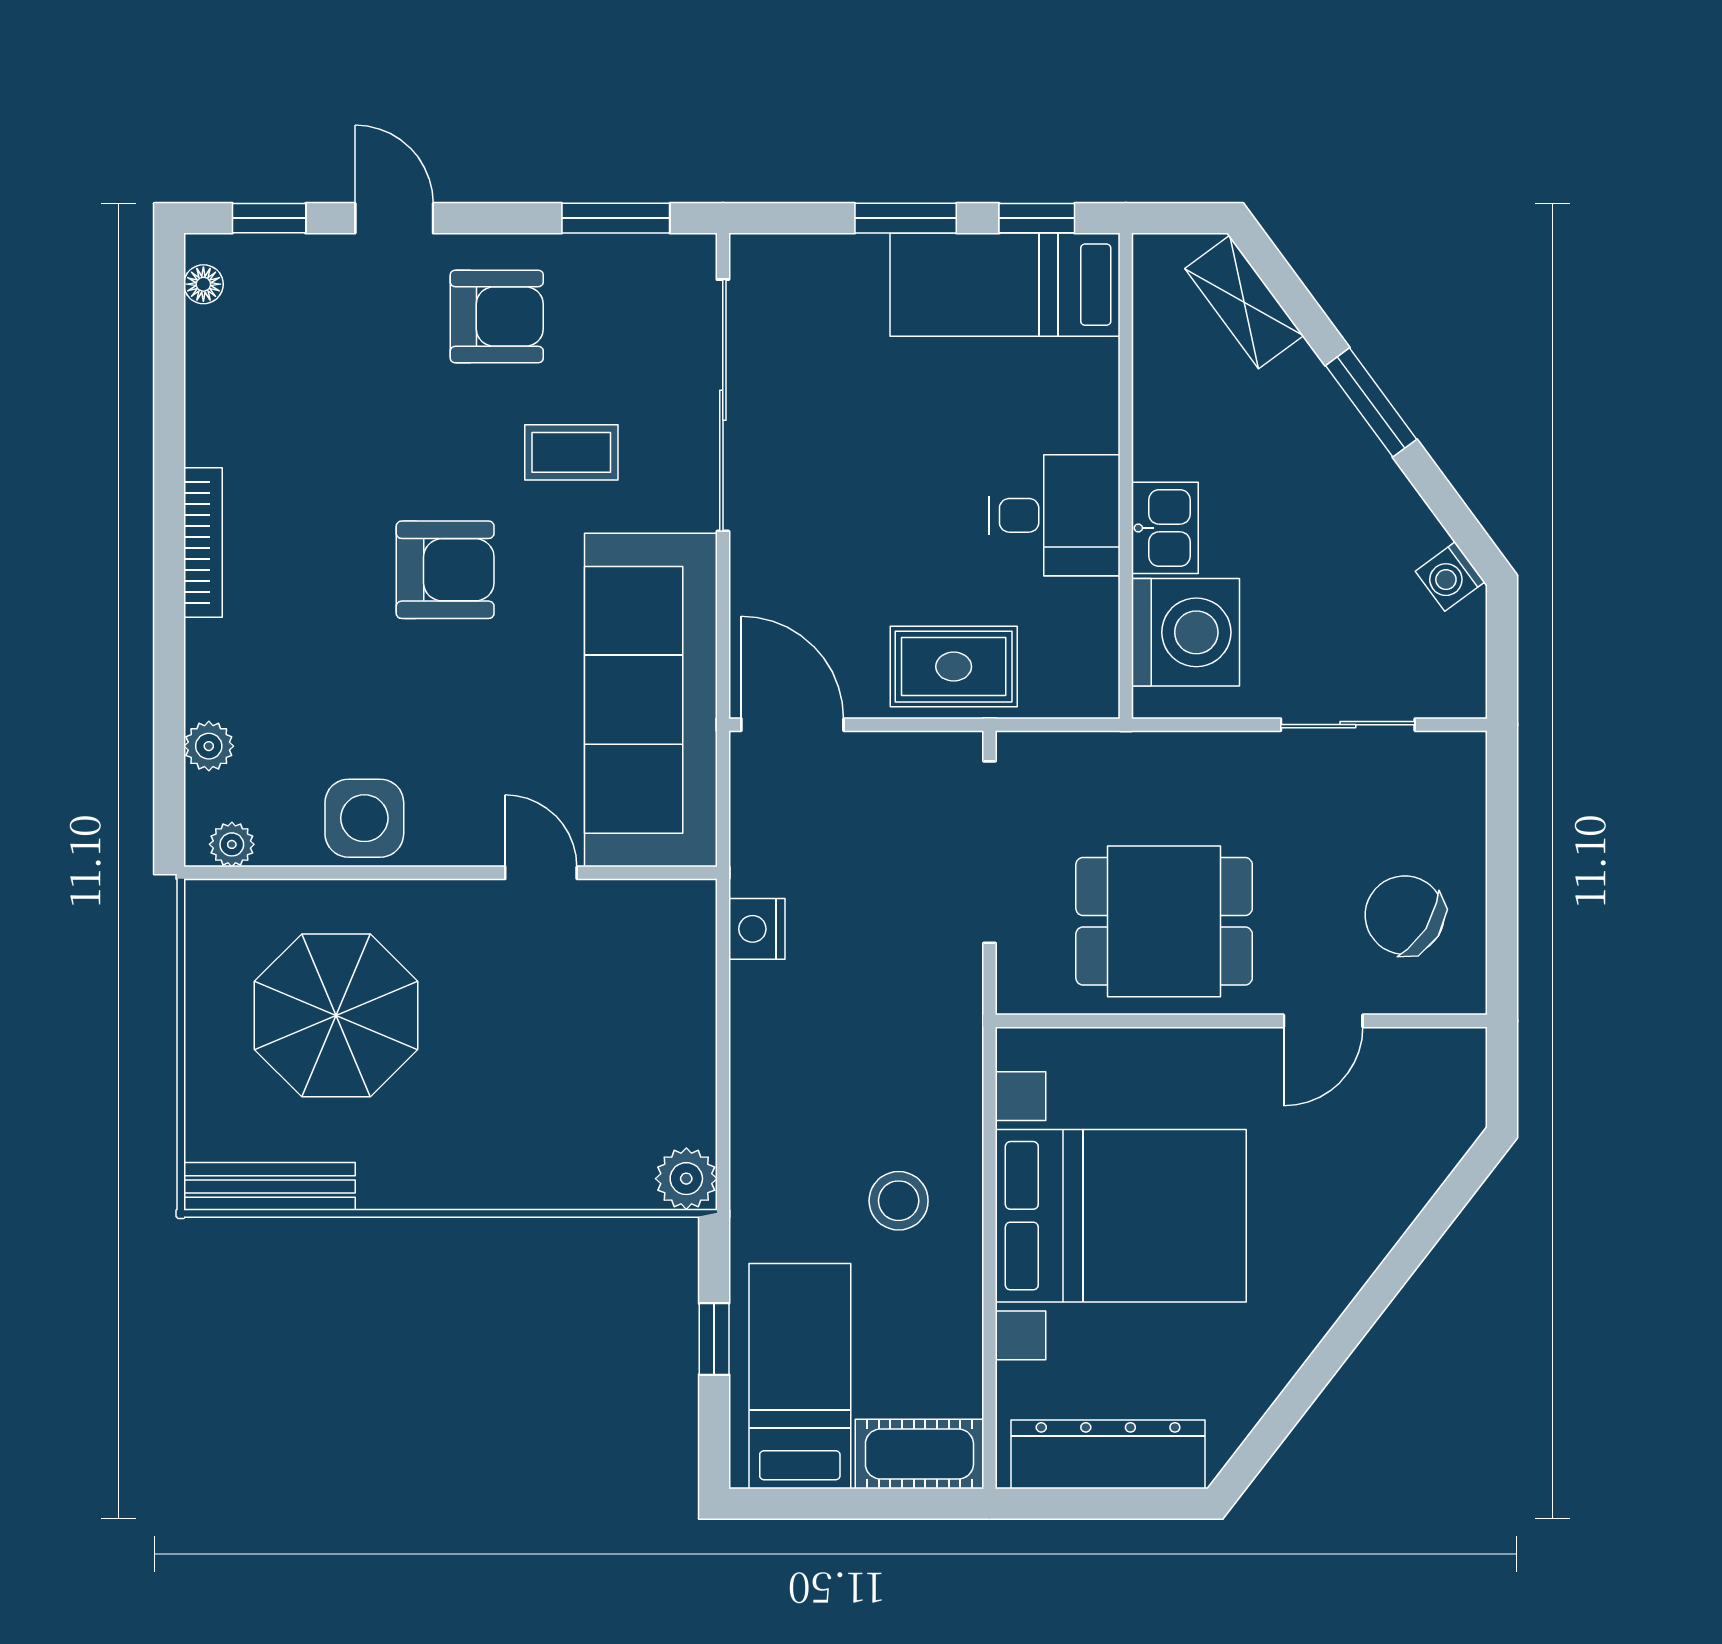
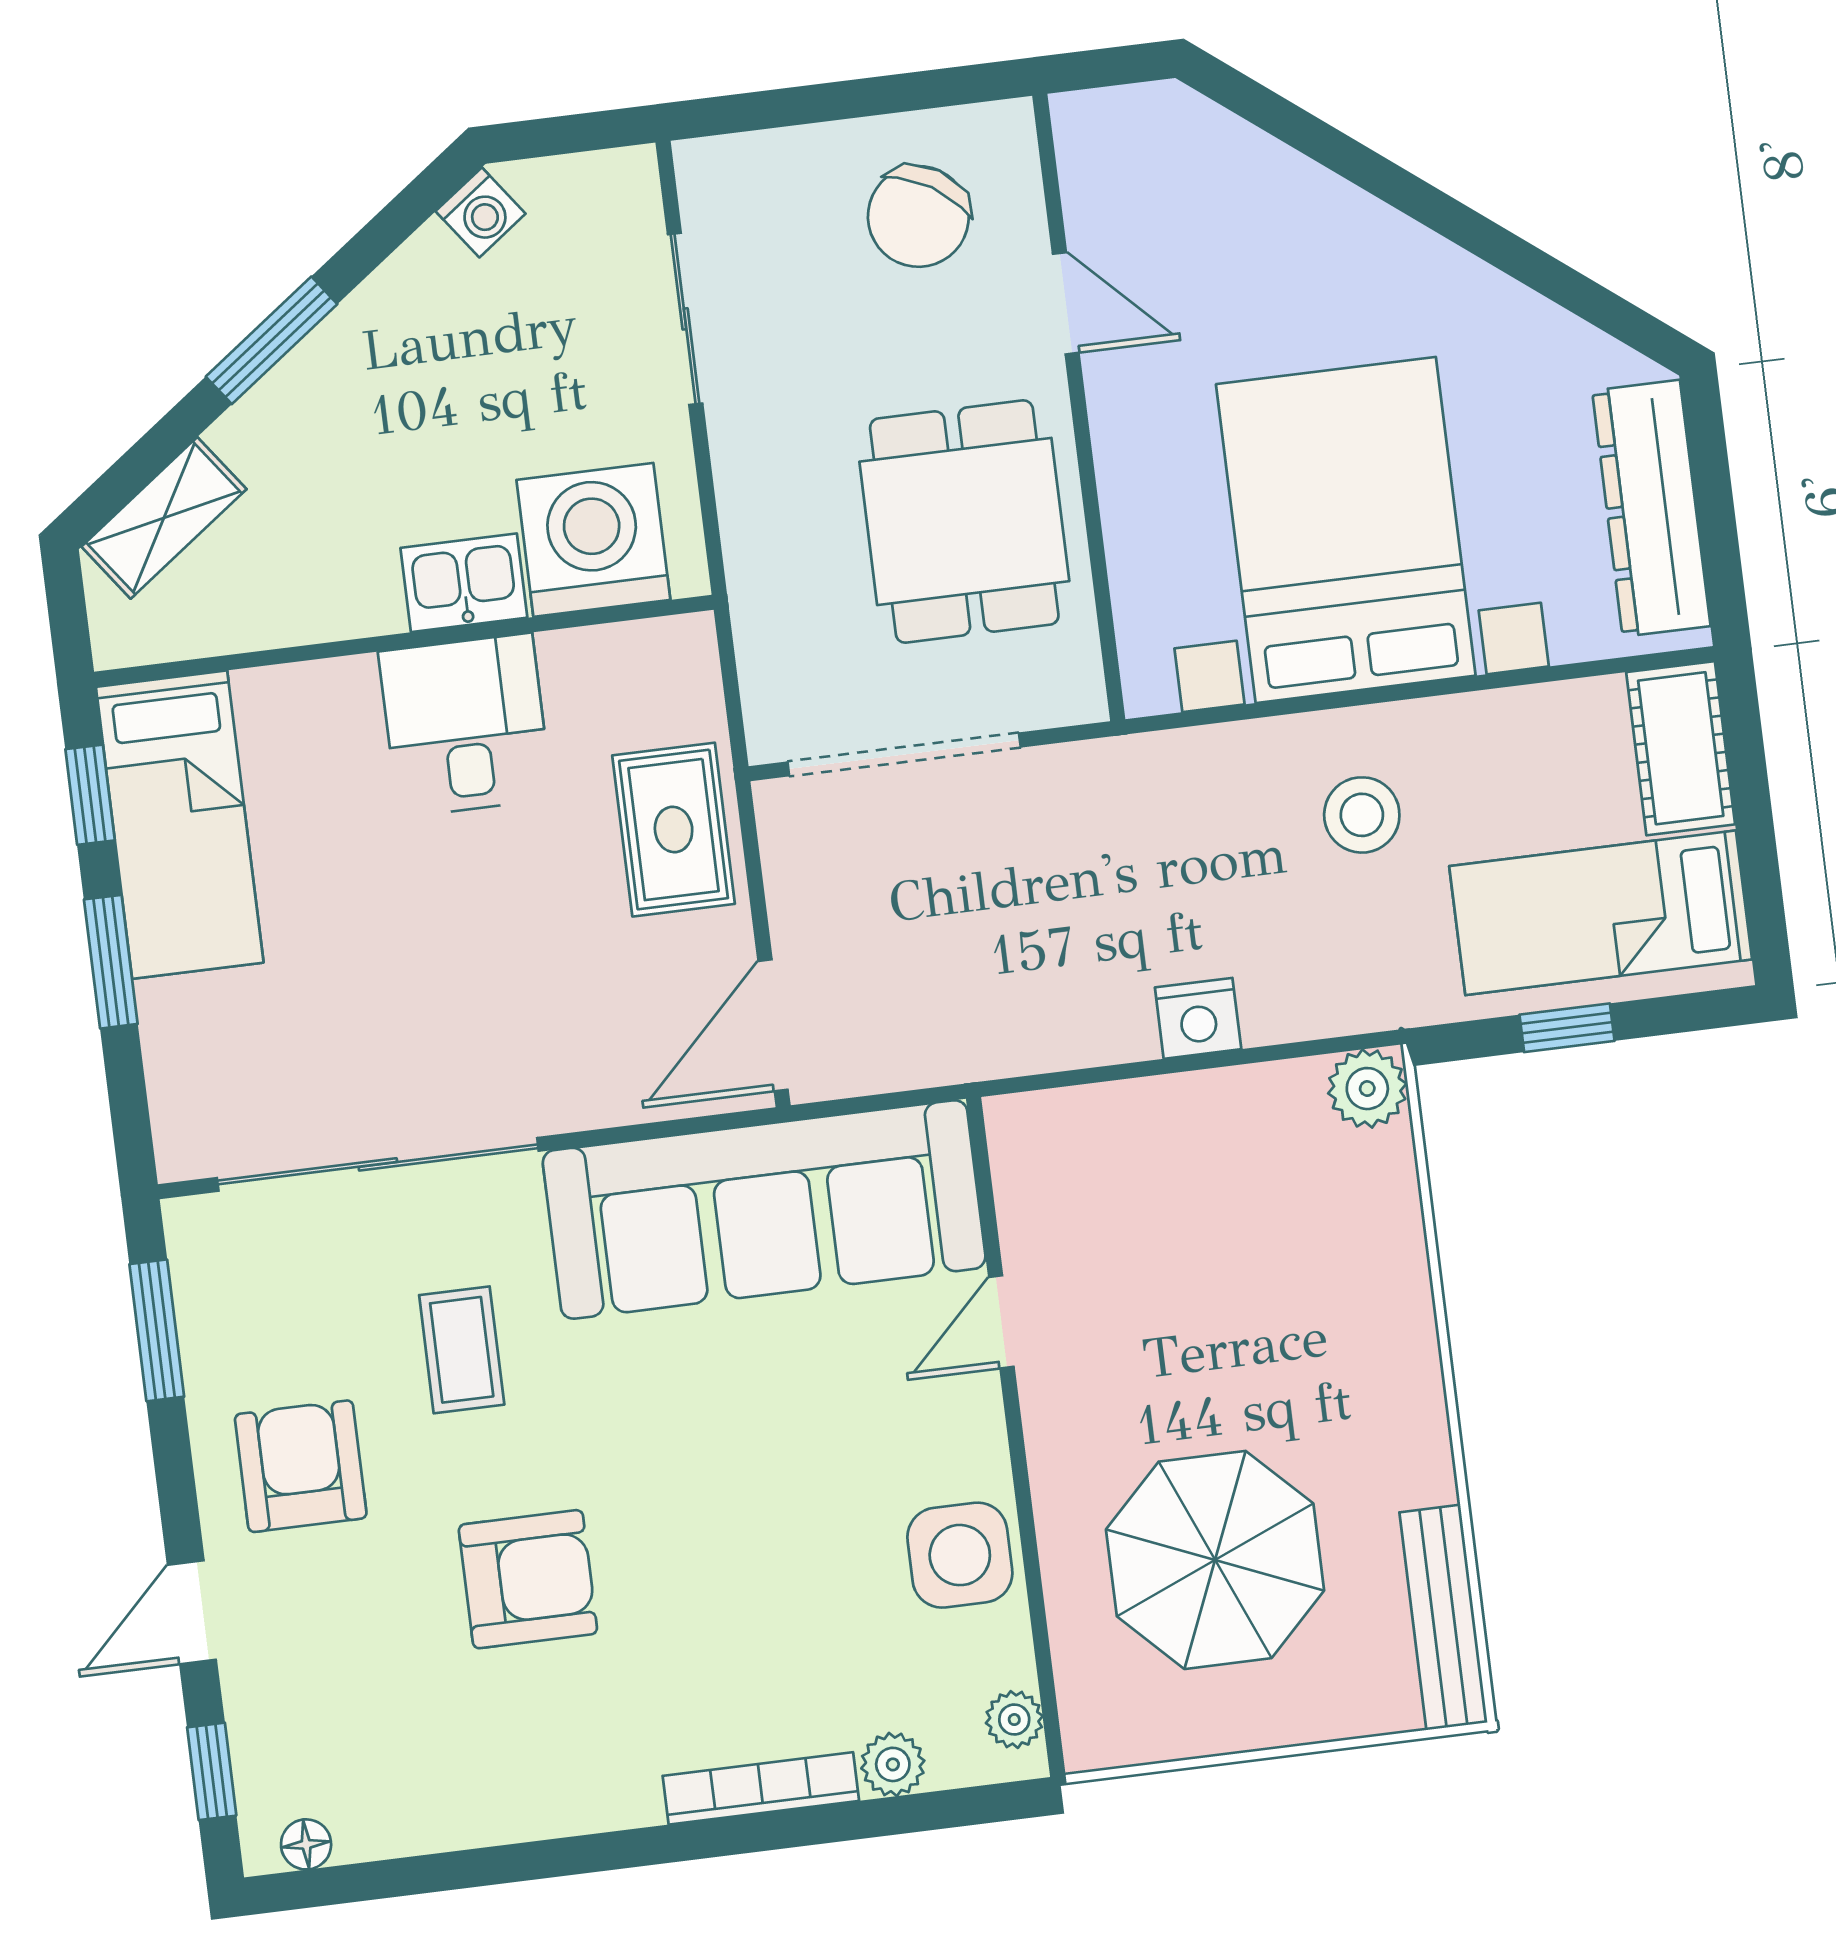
bookcase: (203, 543) -> (761, 1788), moved
armchair: (445, 570) -> (528, 1579), moved, turned 90
nightstand: (757, 929) -> (1198, 1018), moved

